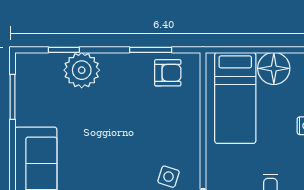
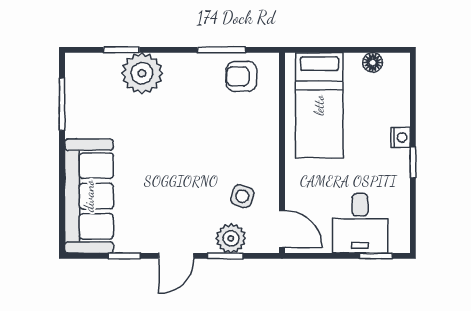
floor lamp: (274, 68) -> (373, 62), width x0.53, depth x0.53
armchair: (168, 73) -> (241, 76), turned 180

